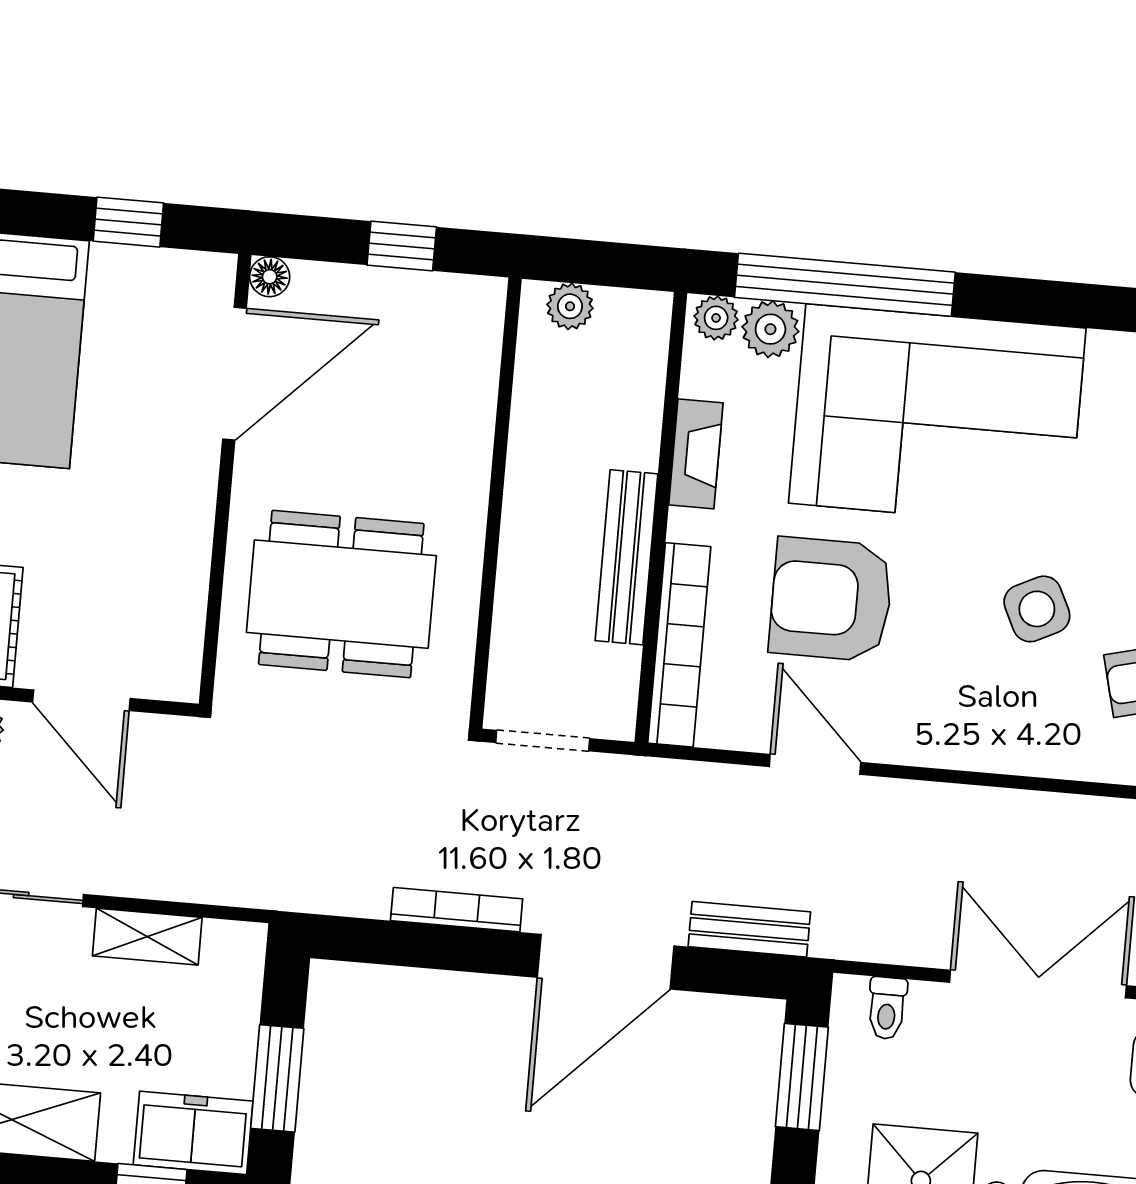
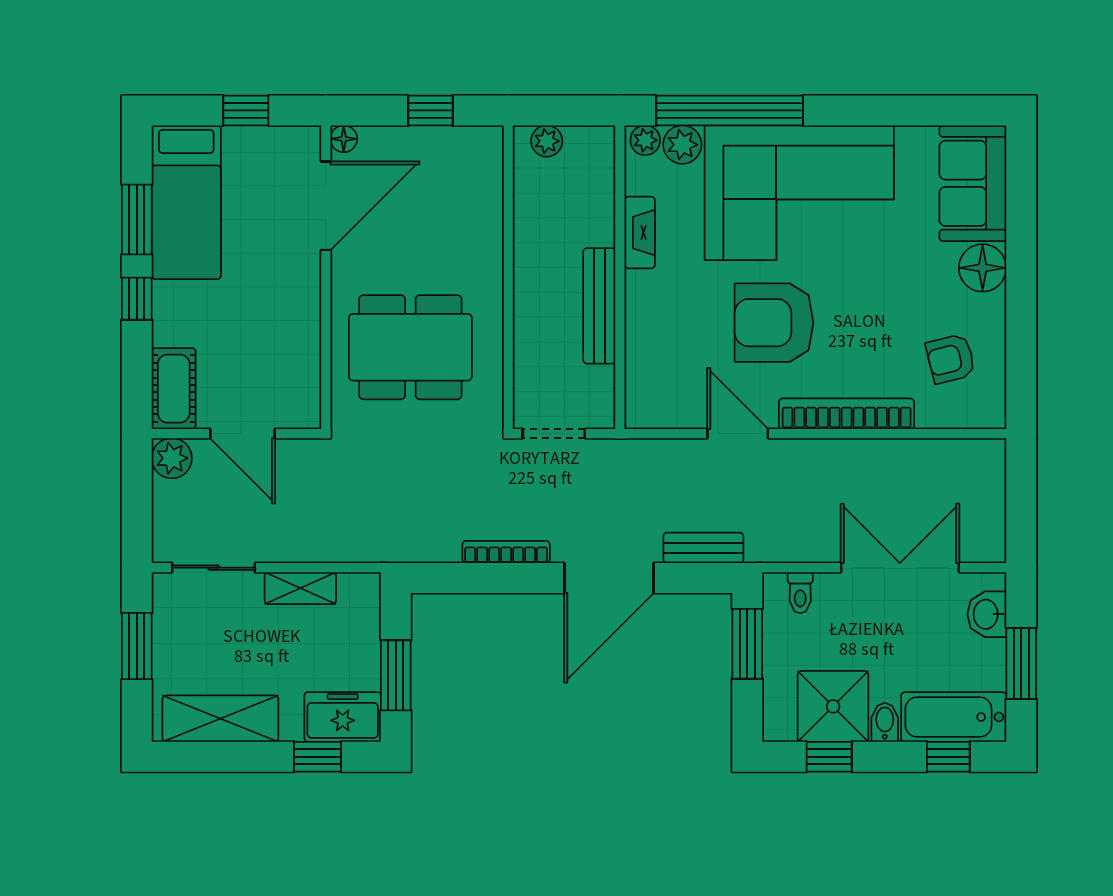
armchair: (831, 599) -> (774, 323), moved
side table: (1037, 609) -> (877, 316), removed
bookcase: (679, 645) -> (847, 414), moved, turned -90

